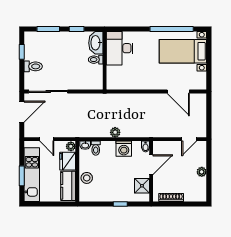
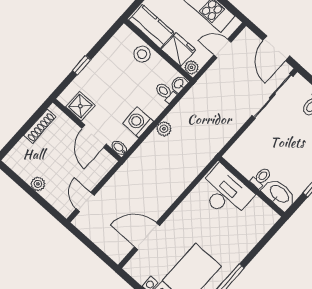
desk: (120, 48) -> (225, 192), moved

